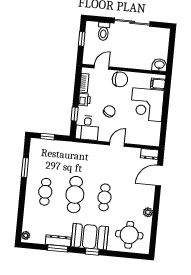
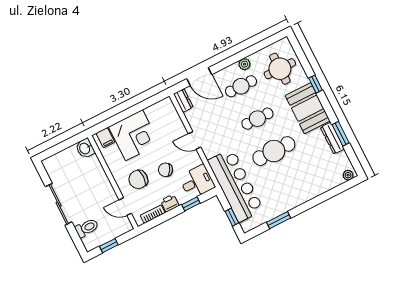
chair: (120, 79) -> (138, 179), moved, turned -90
bar counter: (68, 153) -> (236, 185), added
cafe table: (45, 192) -> (241, 86), moved
window: (92, 252) -> (315, 84), moved

